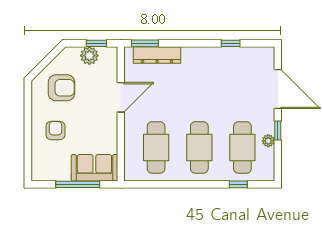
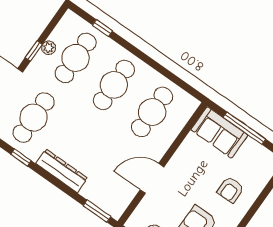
dresser: (157, 55) -> (62, 171), moved
cafe table: (242, 80) -> (34, 118), added

